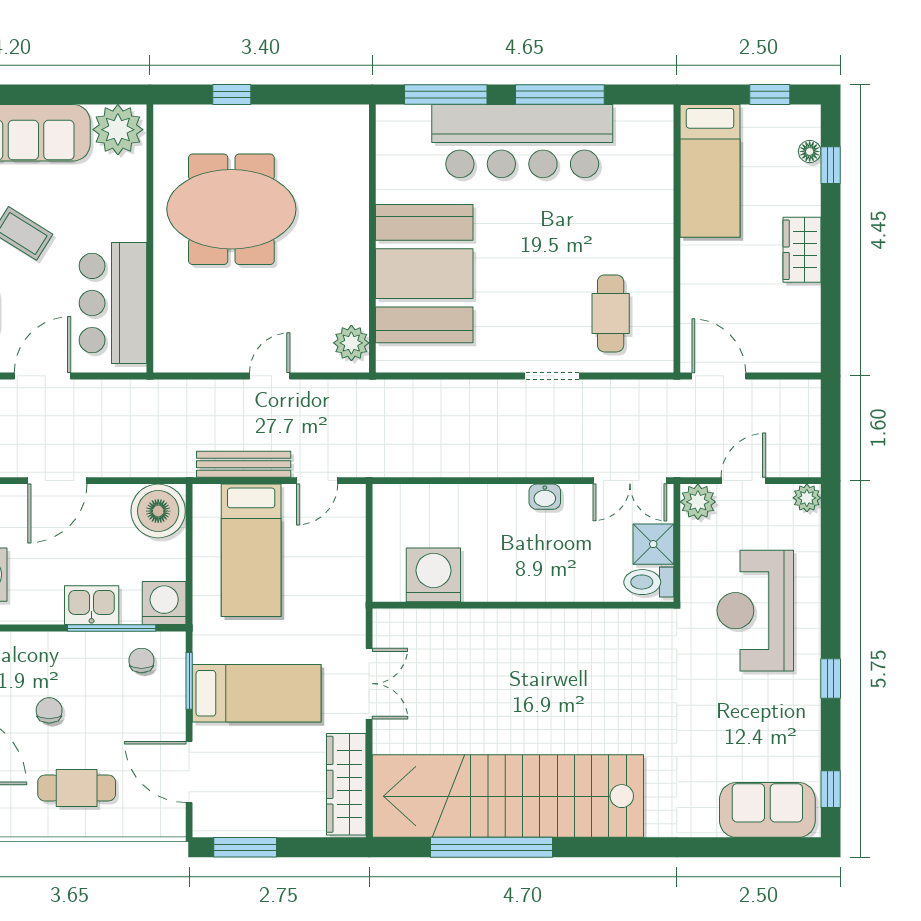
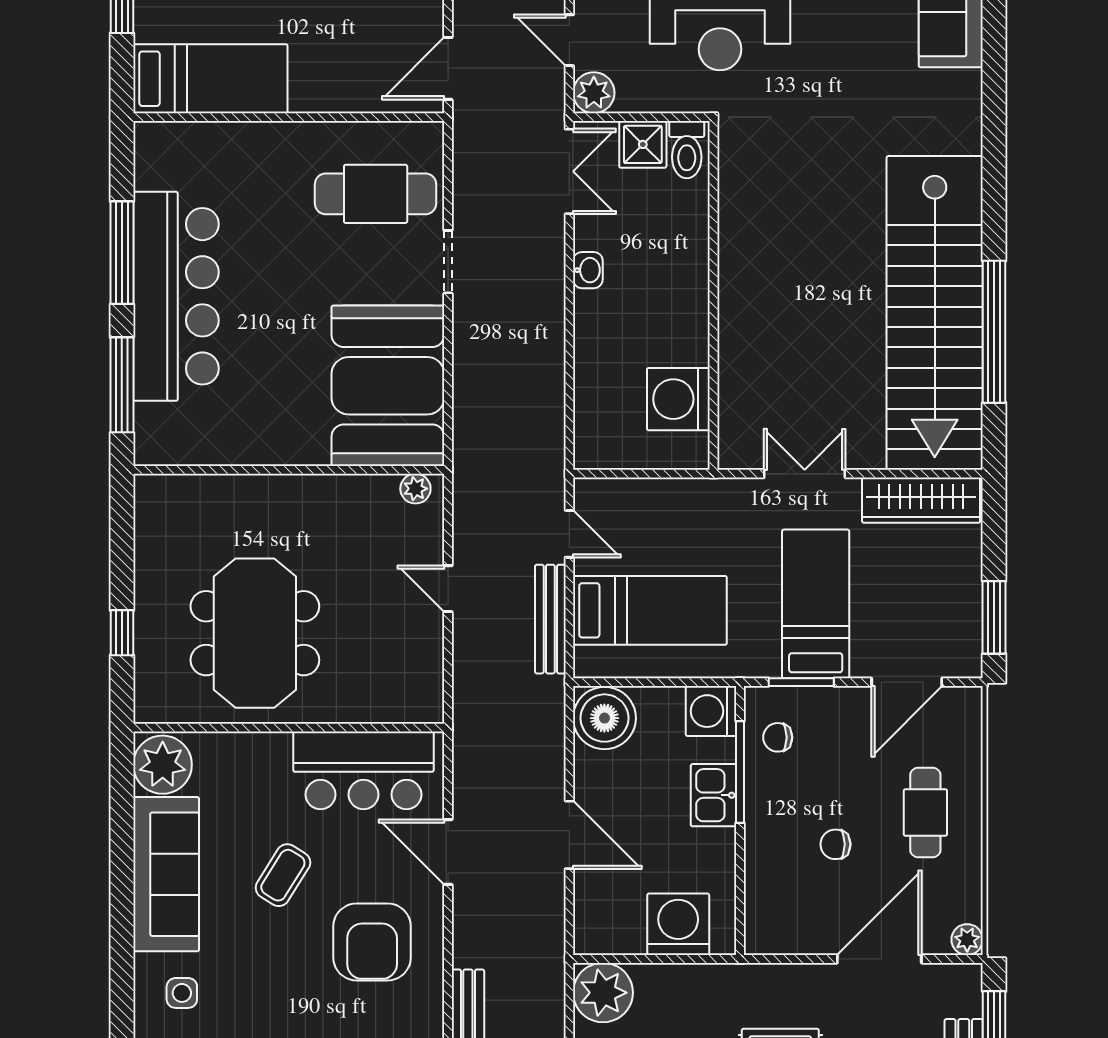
booth: (424, 274) -> (388, 386), moved, turned 90
cafe table: (611, 313) -> (376, 194), width x1.37, depth x1.35
plant: (351, 343) -> (415, 489), width x0.73, depth x0.73

